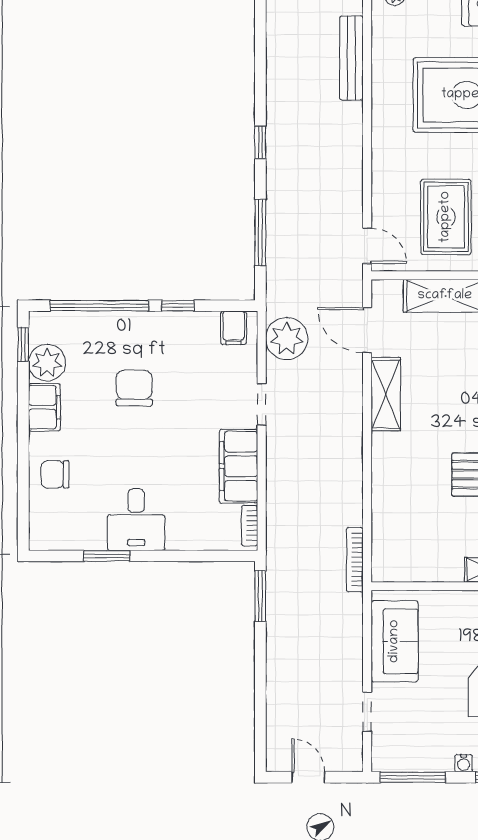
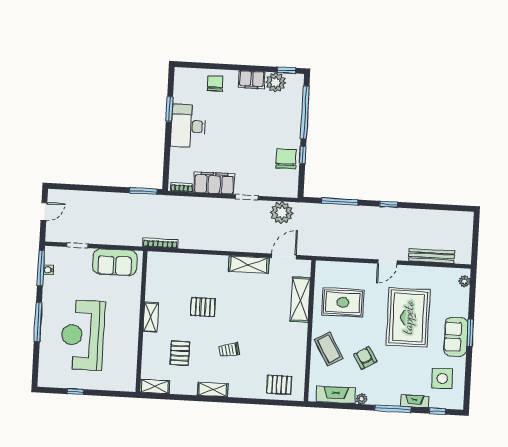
door: (367, 246) -> (387, 262), moved
filing cabinet: (234, 328) -> (289, 184), removed
chair: (134, 388) -> (286, 159), moved, turned -90
desk: (136, 520) -> (188, 126), width x1.37
water cooler: (464, 763) -> (48, 270), moved

